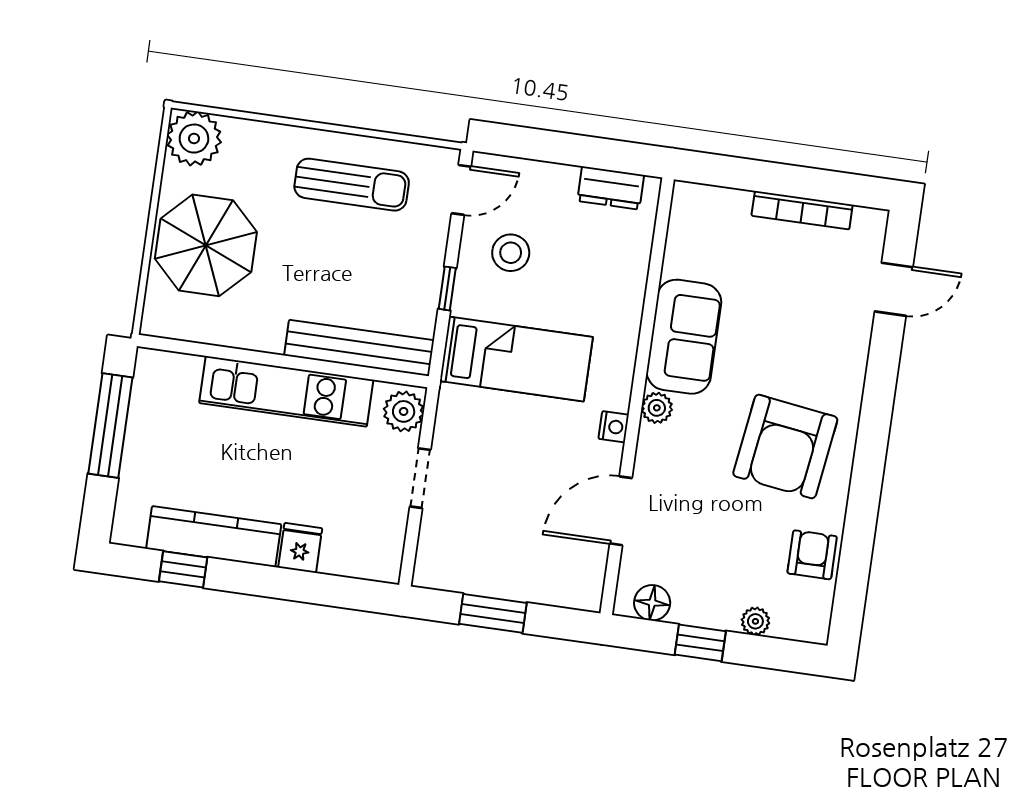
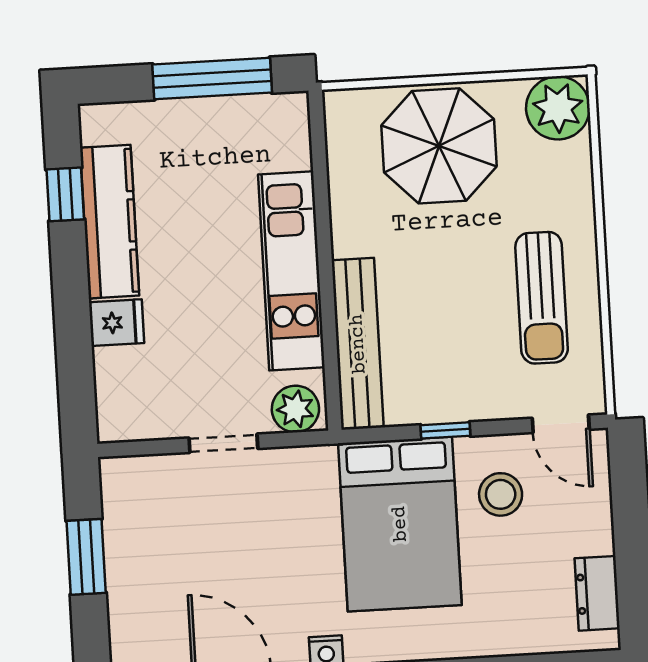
bed: (516, 359) -> (400, 524), width x1.50

